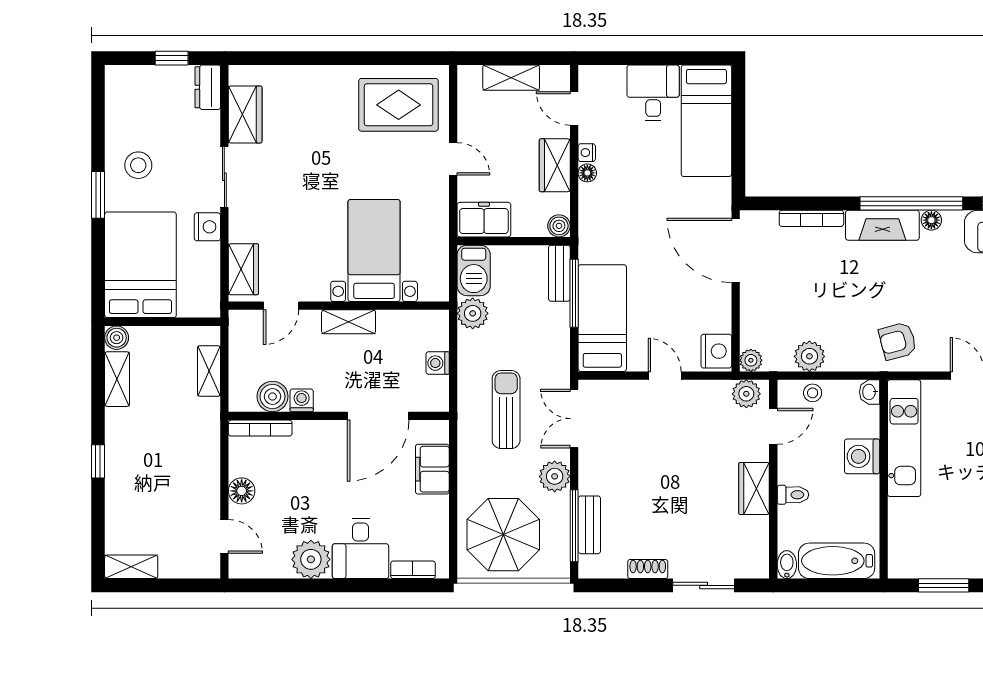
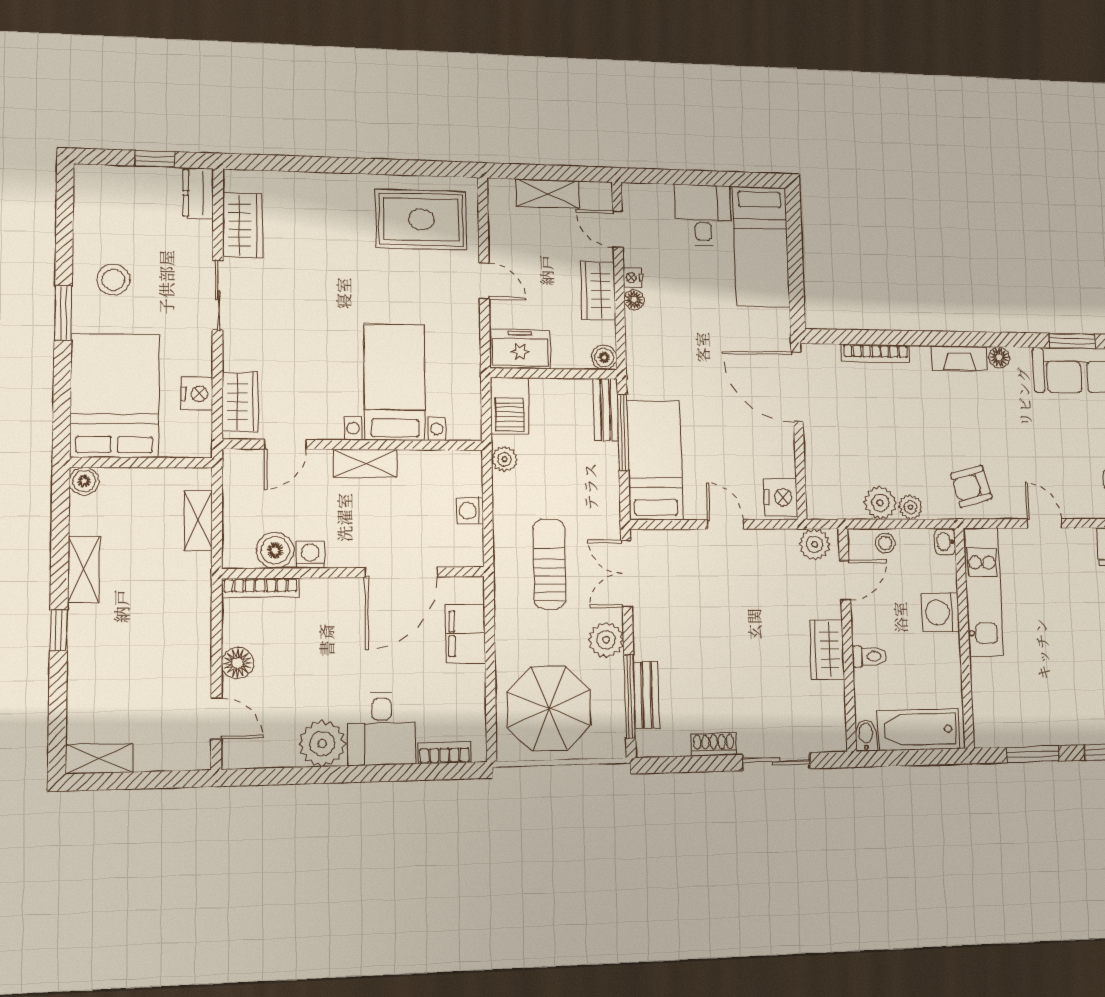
window: (911, 203) -> (978, 339), removed
fireplace: (882, 225) -> (960, 358), width x0.73, depth x0.76
nightstand: (207, 227) -> (197, 394), moved
plant: (473, 313) -> (504, 459), width x0.73, depth x0.73
plant: (751, 360) -> (910, 507), moved
shelving: (117, 379) -> (84, 570), moved

